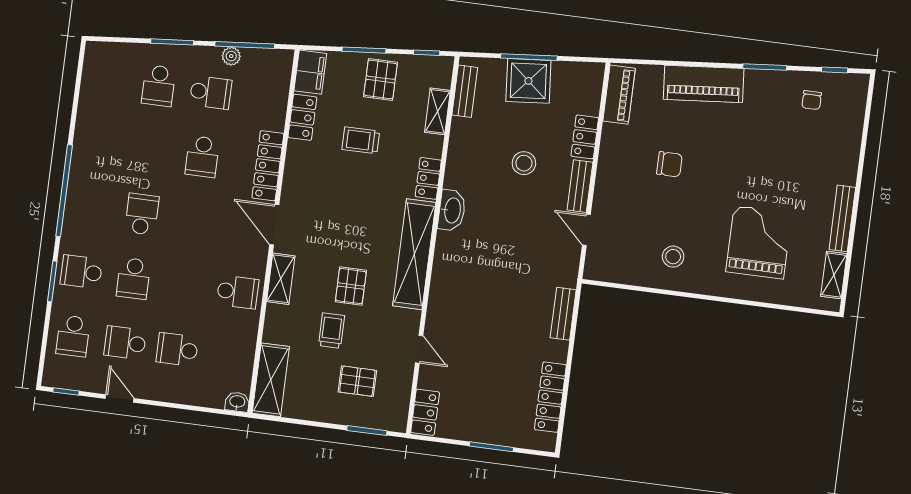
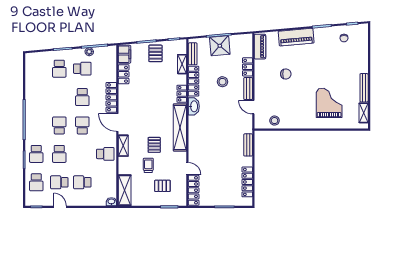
trolley: (361, 140) -> (150, 81), removed
locker: (459, 154) -> (194, 81), added
school desk: (194, 221) -> (82, 125), added
stool: (673, 257) -> (274, 121), moved
school desk: (81, 272) -> (36, 154), turned -90
locker: (425, 412) -> (194, 190), width x1.53

